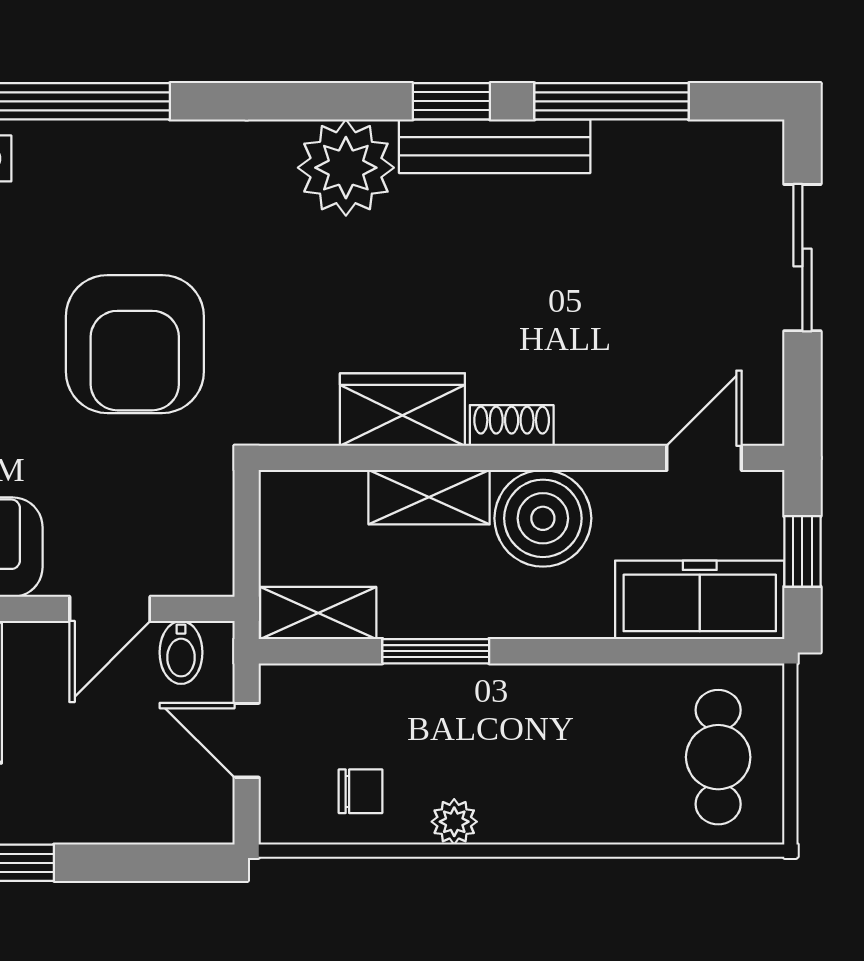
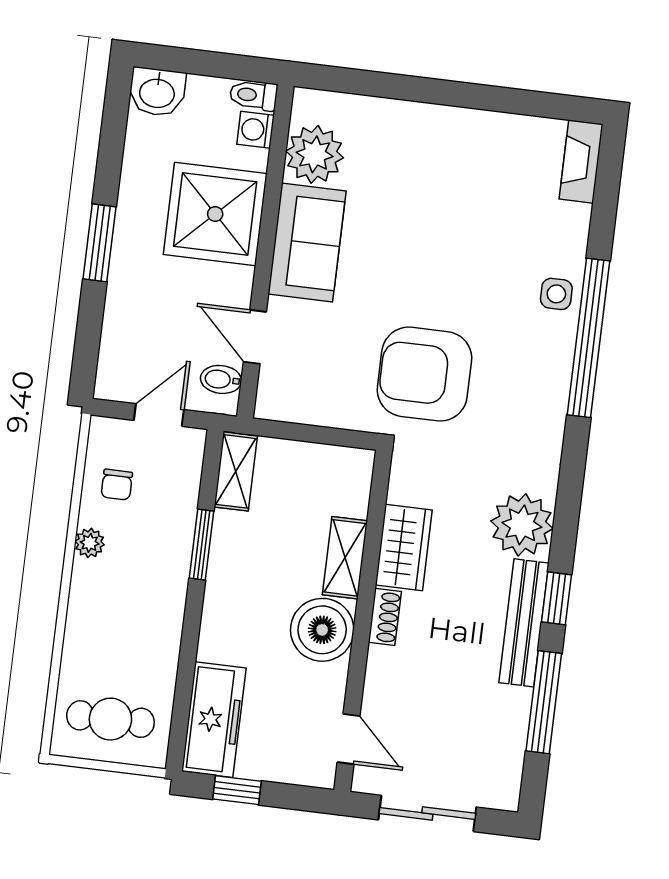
wardrobe: (402, 410) -> (404, 548), moved
shoe rack: (512, 425) -> (385, 617), moved
wall: (522, 458) -> (363, 621), moved
door: (704, 458) -> (349, 739), moved
shelving: (429, 497) -> (345, 558), moved
boiler: (543, 518) -> (322, 630), moved

